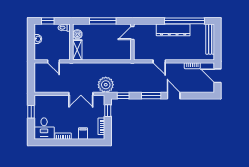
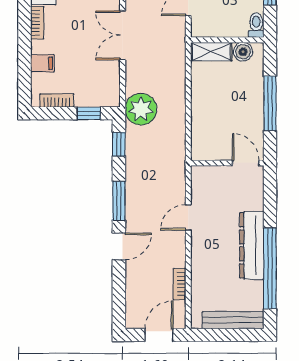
double door: (81, 94) -> (123, 35), moved

